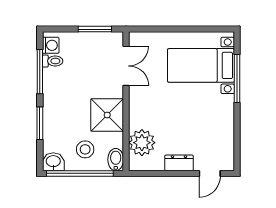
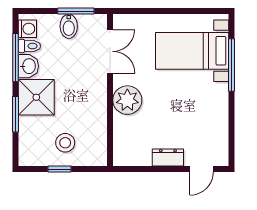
shower: (107, 115) -> (36, 97), moved
plant: (142, 143) -> (127, 100), moved
bidet: (116, 160) -> (69, 26), moved, turned 180
washbasin: (53, 162) -> (28, 66), moved, turned 90
window: (80, 173) -> (59, 169), width x0.32

